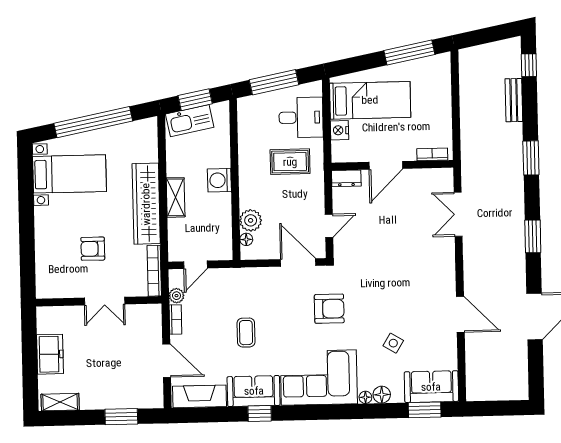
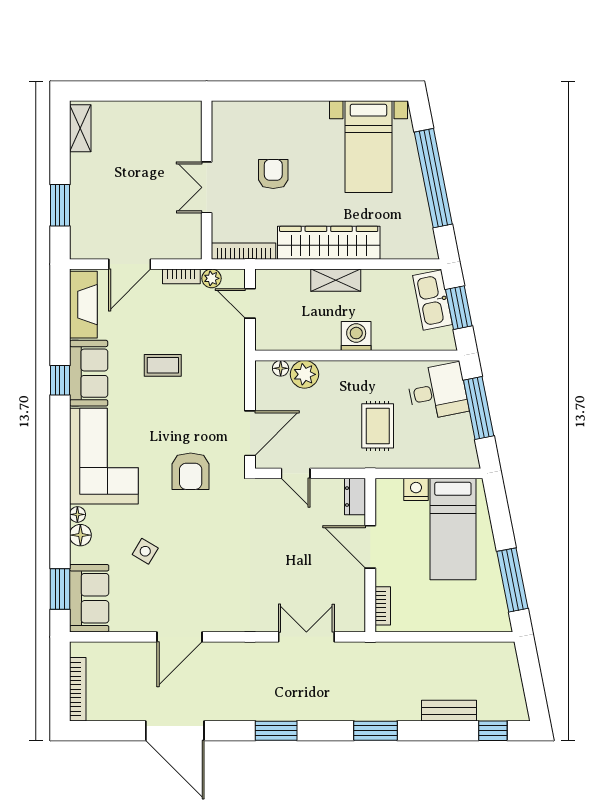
desk: (301, 117) -> (437, 391), moved, turned -101
freezer: (50, 354) -> (141, 117), removed
bookcase: (504, 394) -> (78, 689), added

